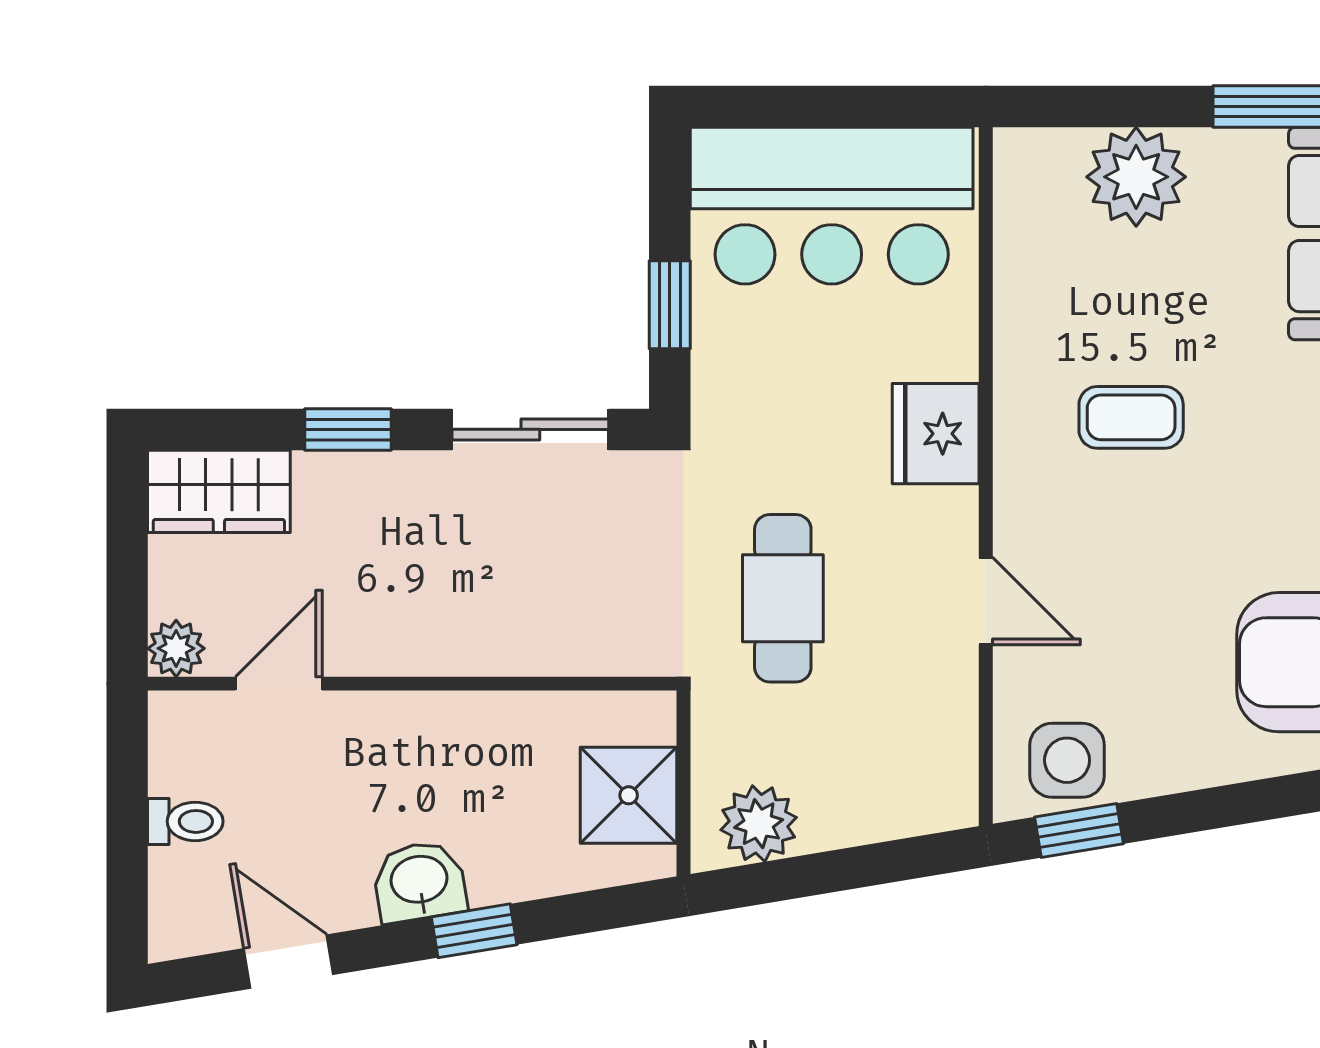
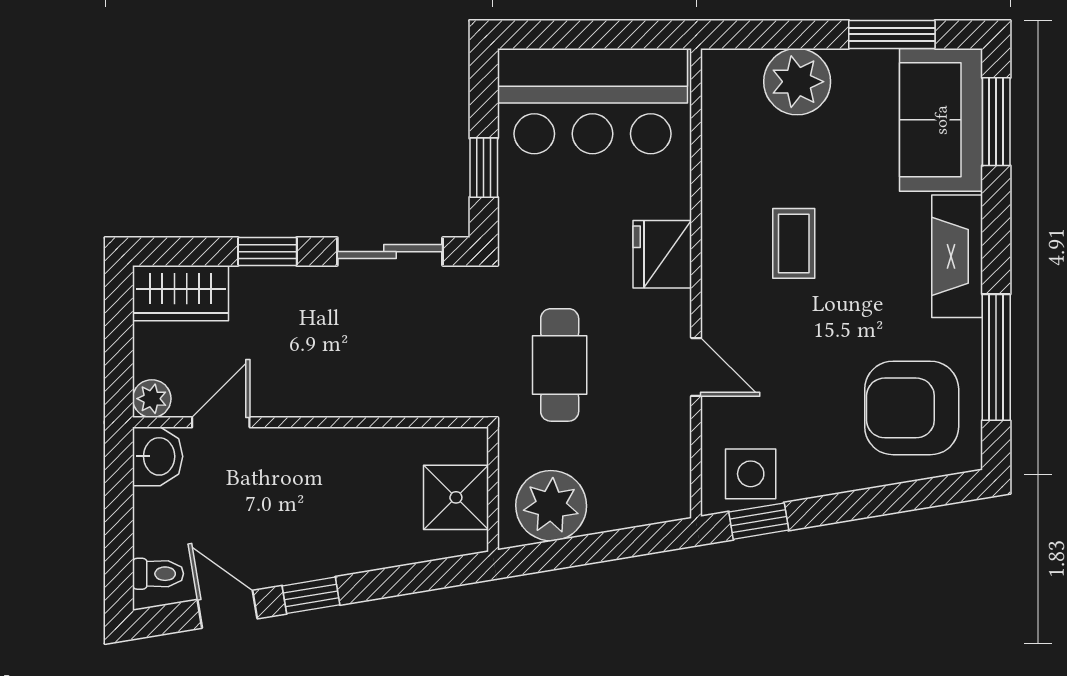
coffee table: (1131, 417) -> (794, 243), turned 90
toilet: (185, 821) -> (158, 574), moved
plant: (759, 824) -> (551, 506), width x1.36, depth x1.36
washbasin: (419, 881) -> (158, 456), moved, turned 99
window: (474, 931) -> (311, 595), moved

